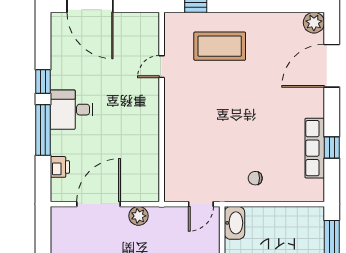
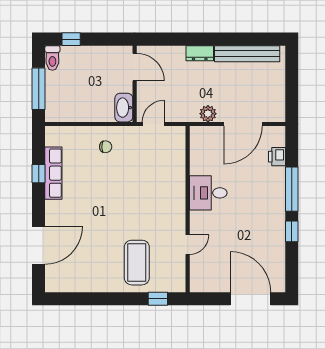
plant: (314, 23) -> (54, 283), removed
coffee table: (220, 46) -> (137, 263), turned 90
desk: (72, 110) -> (208, 193), moved, turned 180

